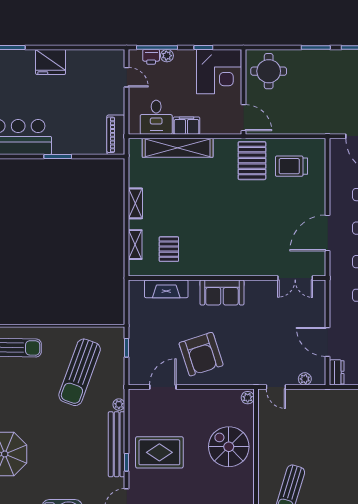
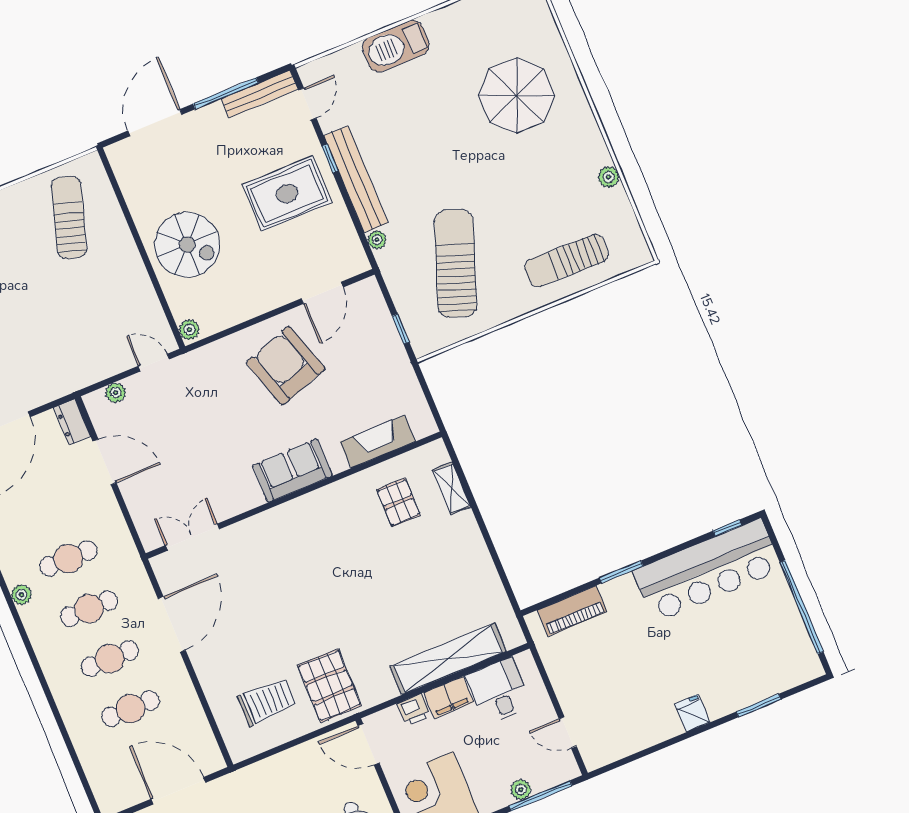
printer: (151, 57) -> (414, 709), moved, turned 180
fridge: (51, 62) -> (692, 713), width x0.53, depth x0.75
piano: (116, 135) -> (572, 611), moved, turned 90
shelving: (135, 203) -> (477, 550), removed

